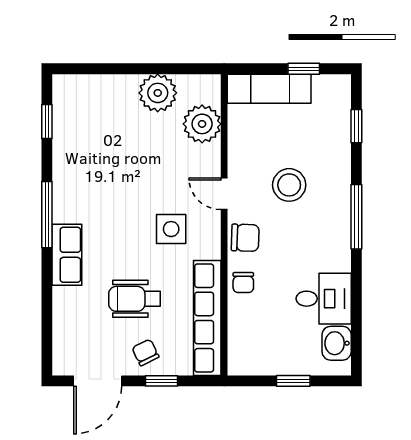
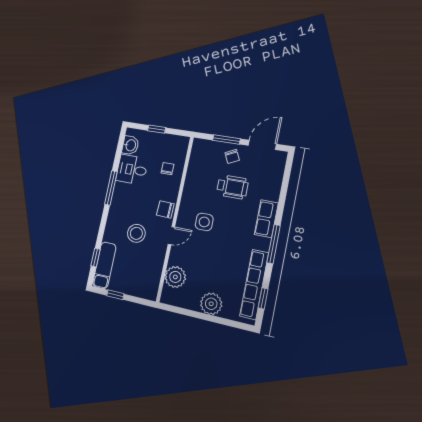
exam couch: (269, 89) -> (104, 265), moved, turned 90
plant: (158, 93) -> (211, 304), moved
door: (224, 194) -> (171, 236), hinge flipped
window: (356, 217) -> (111, 188), moved
chair: (243, 283) -> (167, 169), moved
row of seats: (207, 318) -> (254, 284), moved, turned 180
window: (162, 381) -> (226, 139), width x1.50

